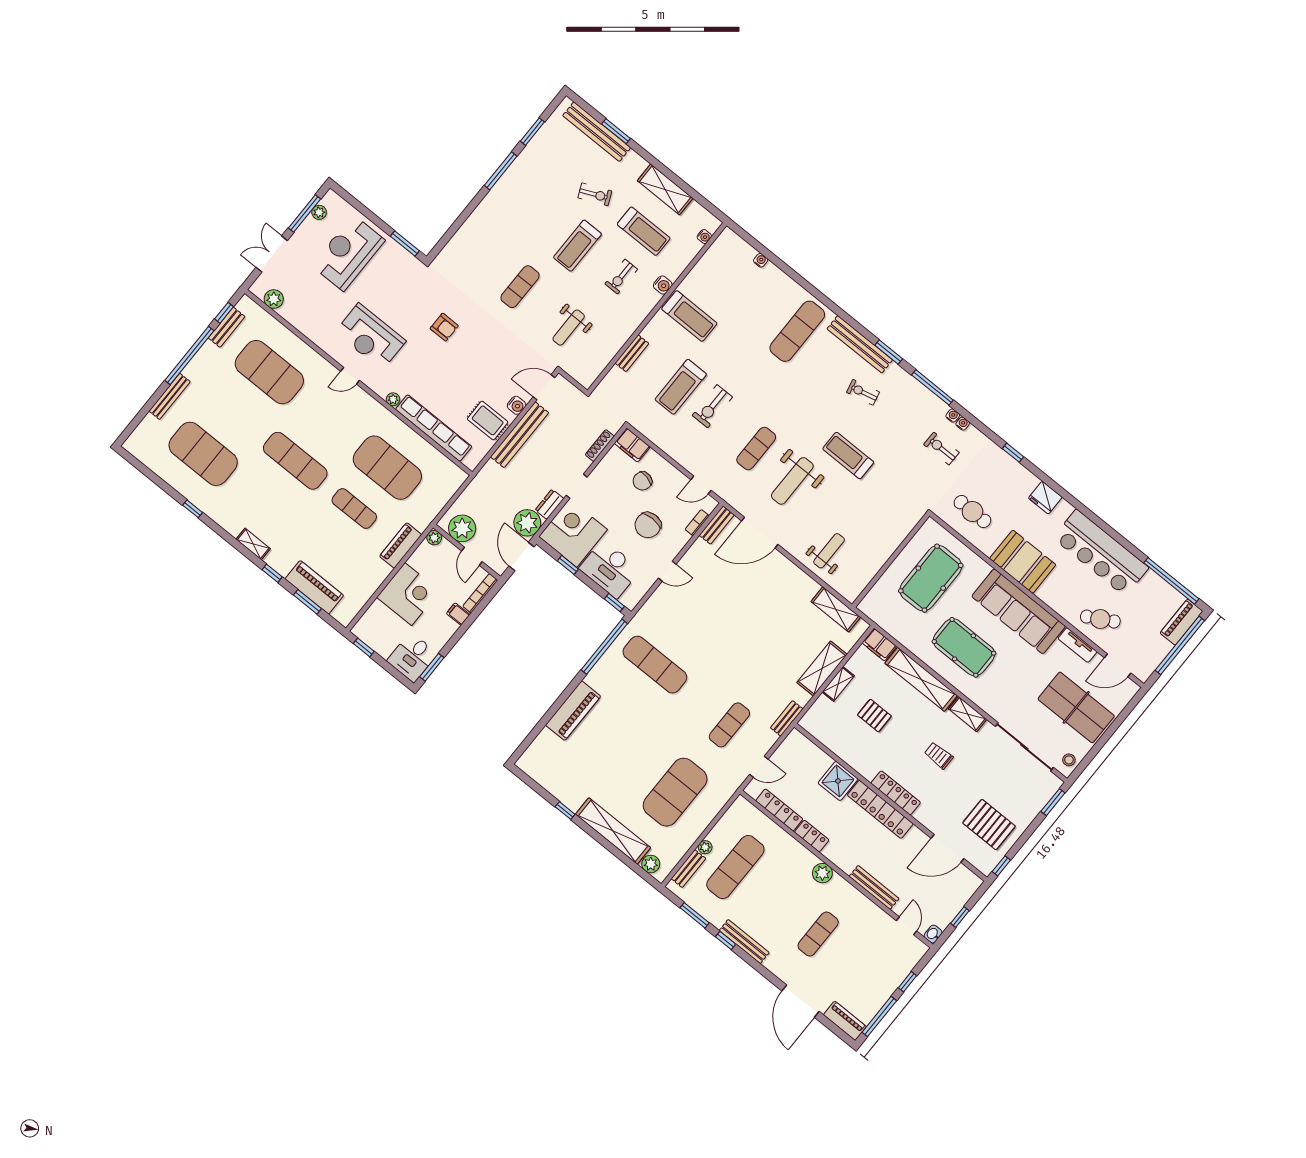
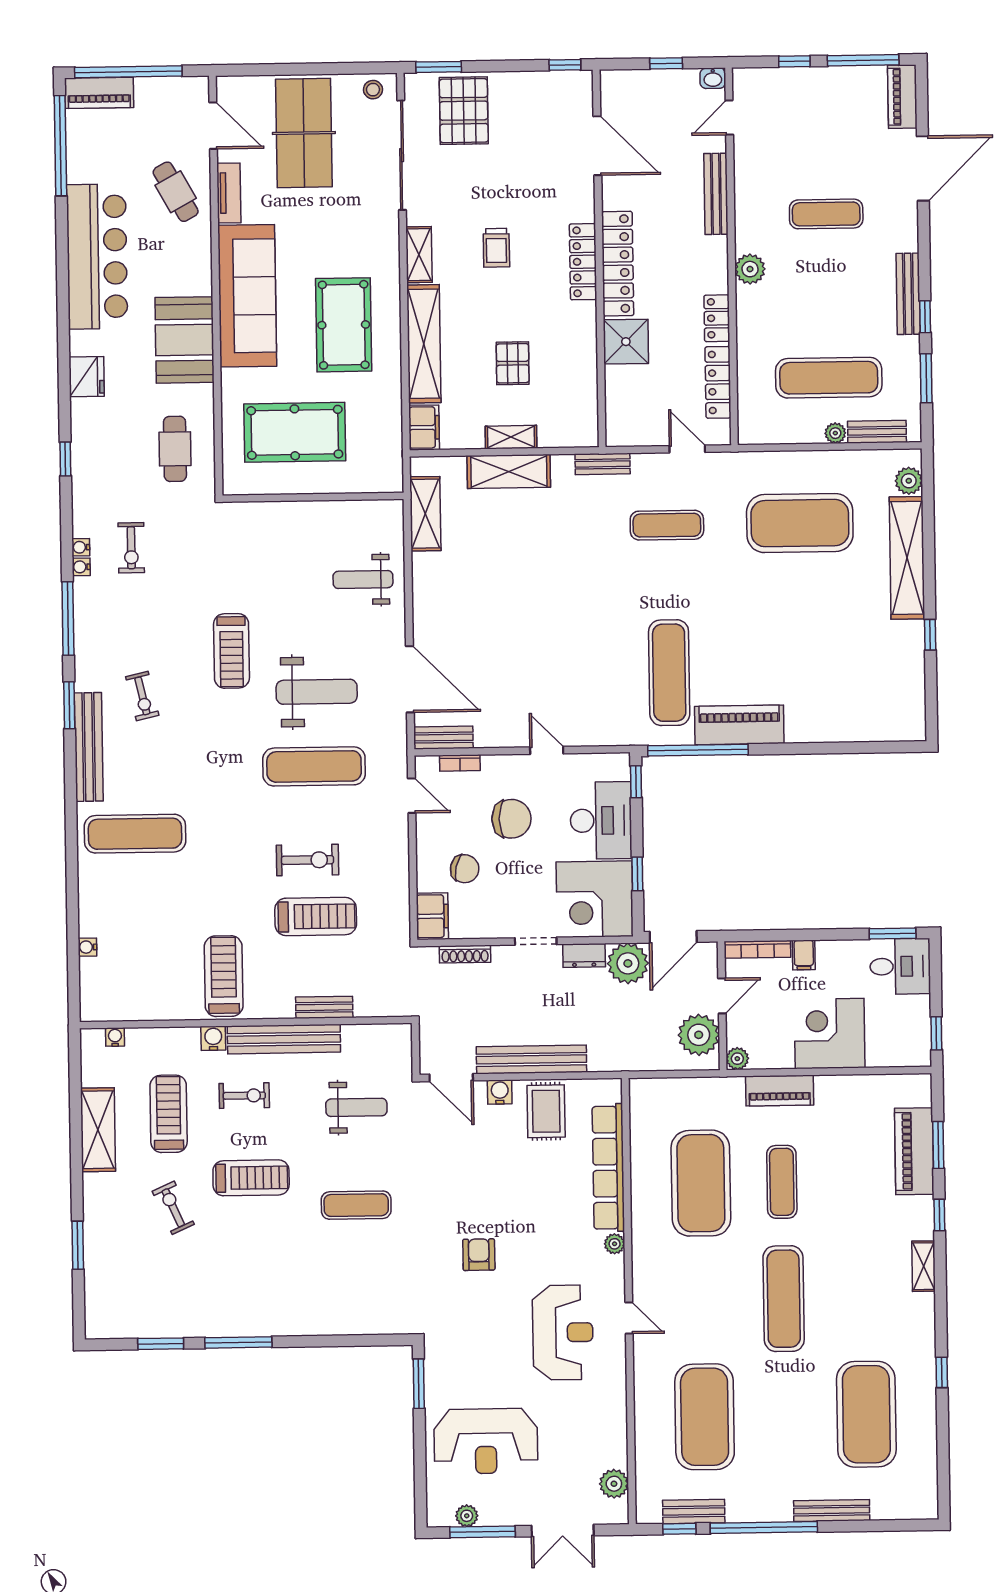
bench: (597, 132) -> (284, 1039), moved, turned 90
exercise mat: (756, 448) -> (314, 766), width x1.36, depth x1.45
piano: (573, 711) -> (739, 725), moved
pallet: (989, 825) -> (464, 111), moved

